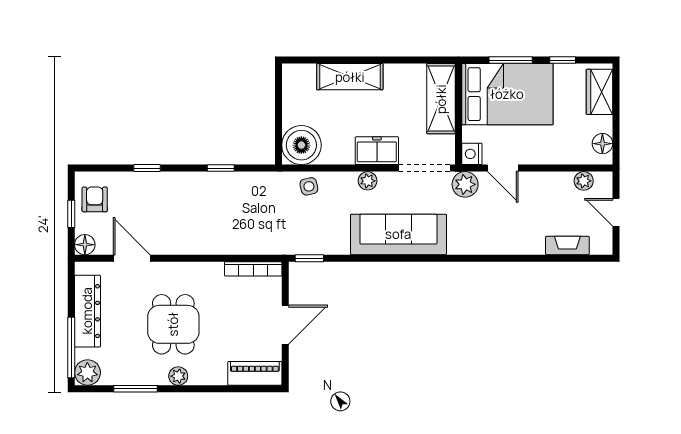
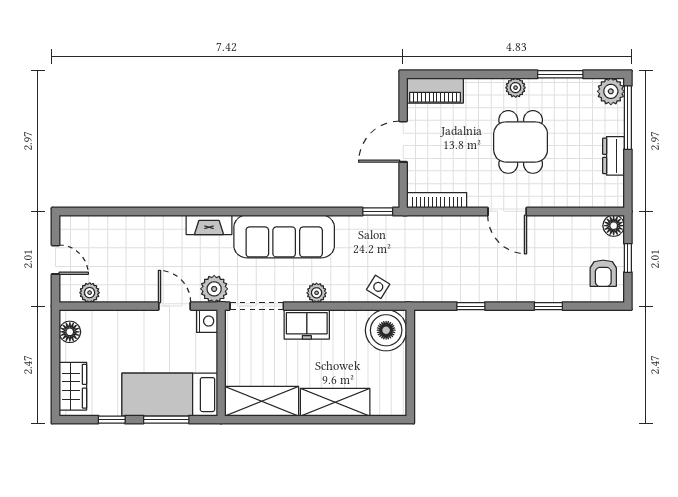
bed: (507, 94) -> (170, 395), width x0.67
shelving: (441, 99) -> (262, 401), moved, turned 90
side table: (309, 186) -> (378, 287), turned 45
fireplace: (567, 245) -> (209, 225), moved
door: (132, 258) -> (507, 211), moved
dresser: (87, 311) -> (613, 156), width x0.51, depth x0.80

